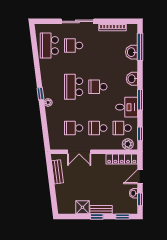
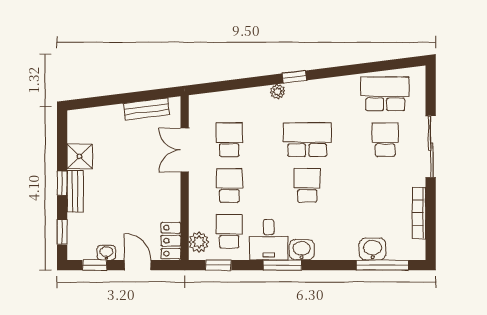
washbasin: (132, 79) -> (302, 250), moved
locker: (122, 159) -> (171, 241), width x0.66

